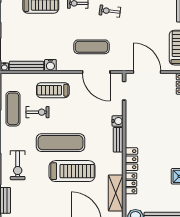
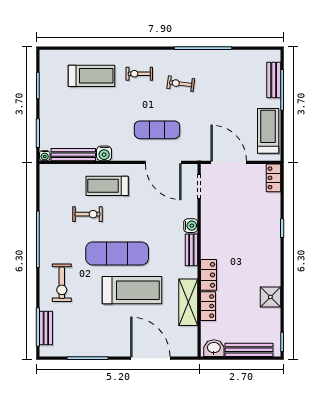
exercise mat: (13, 109) -> (56, 210), removed
shelving: (116, 193) -> (188, 302), moved

